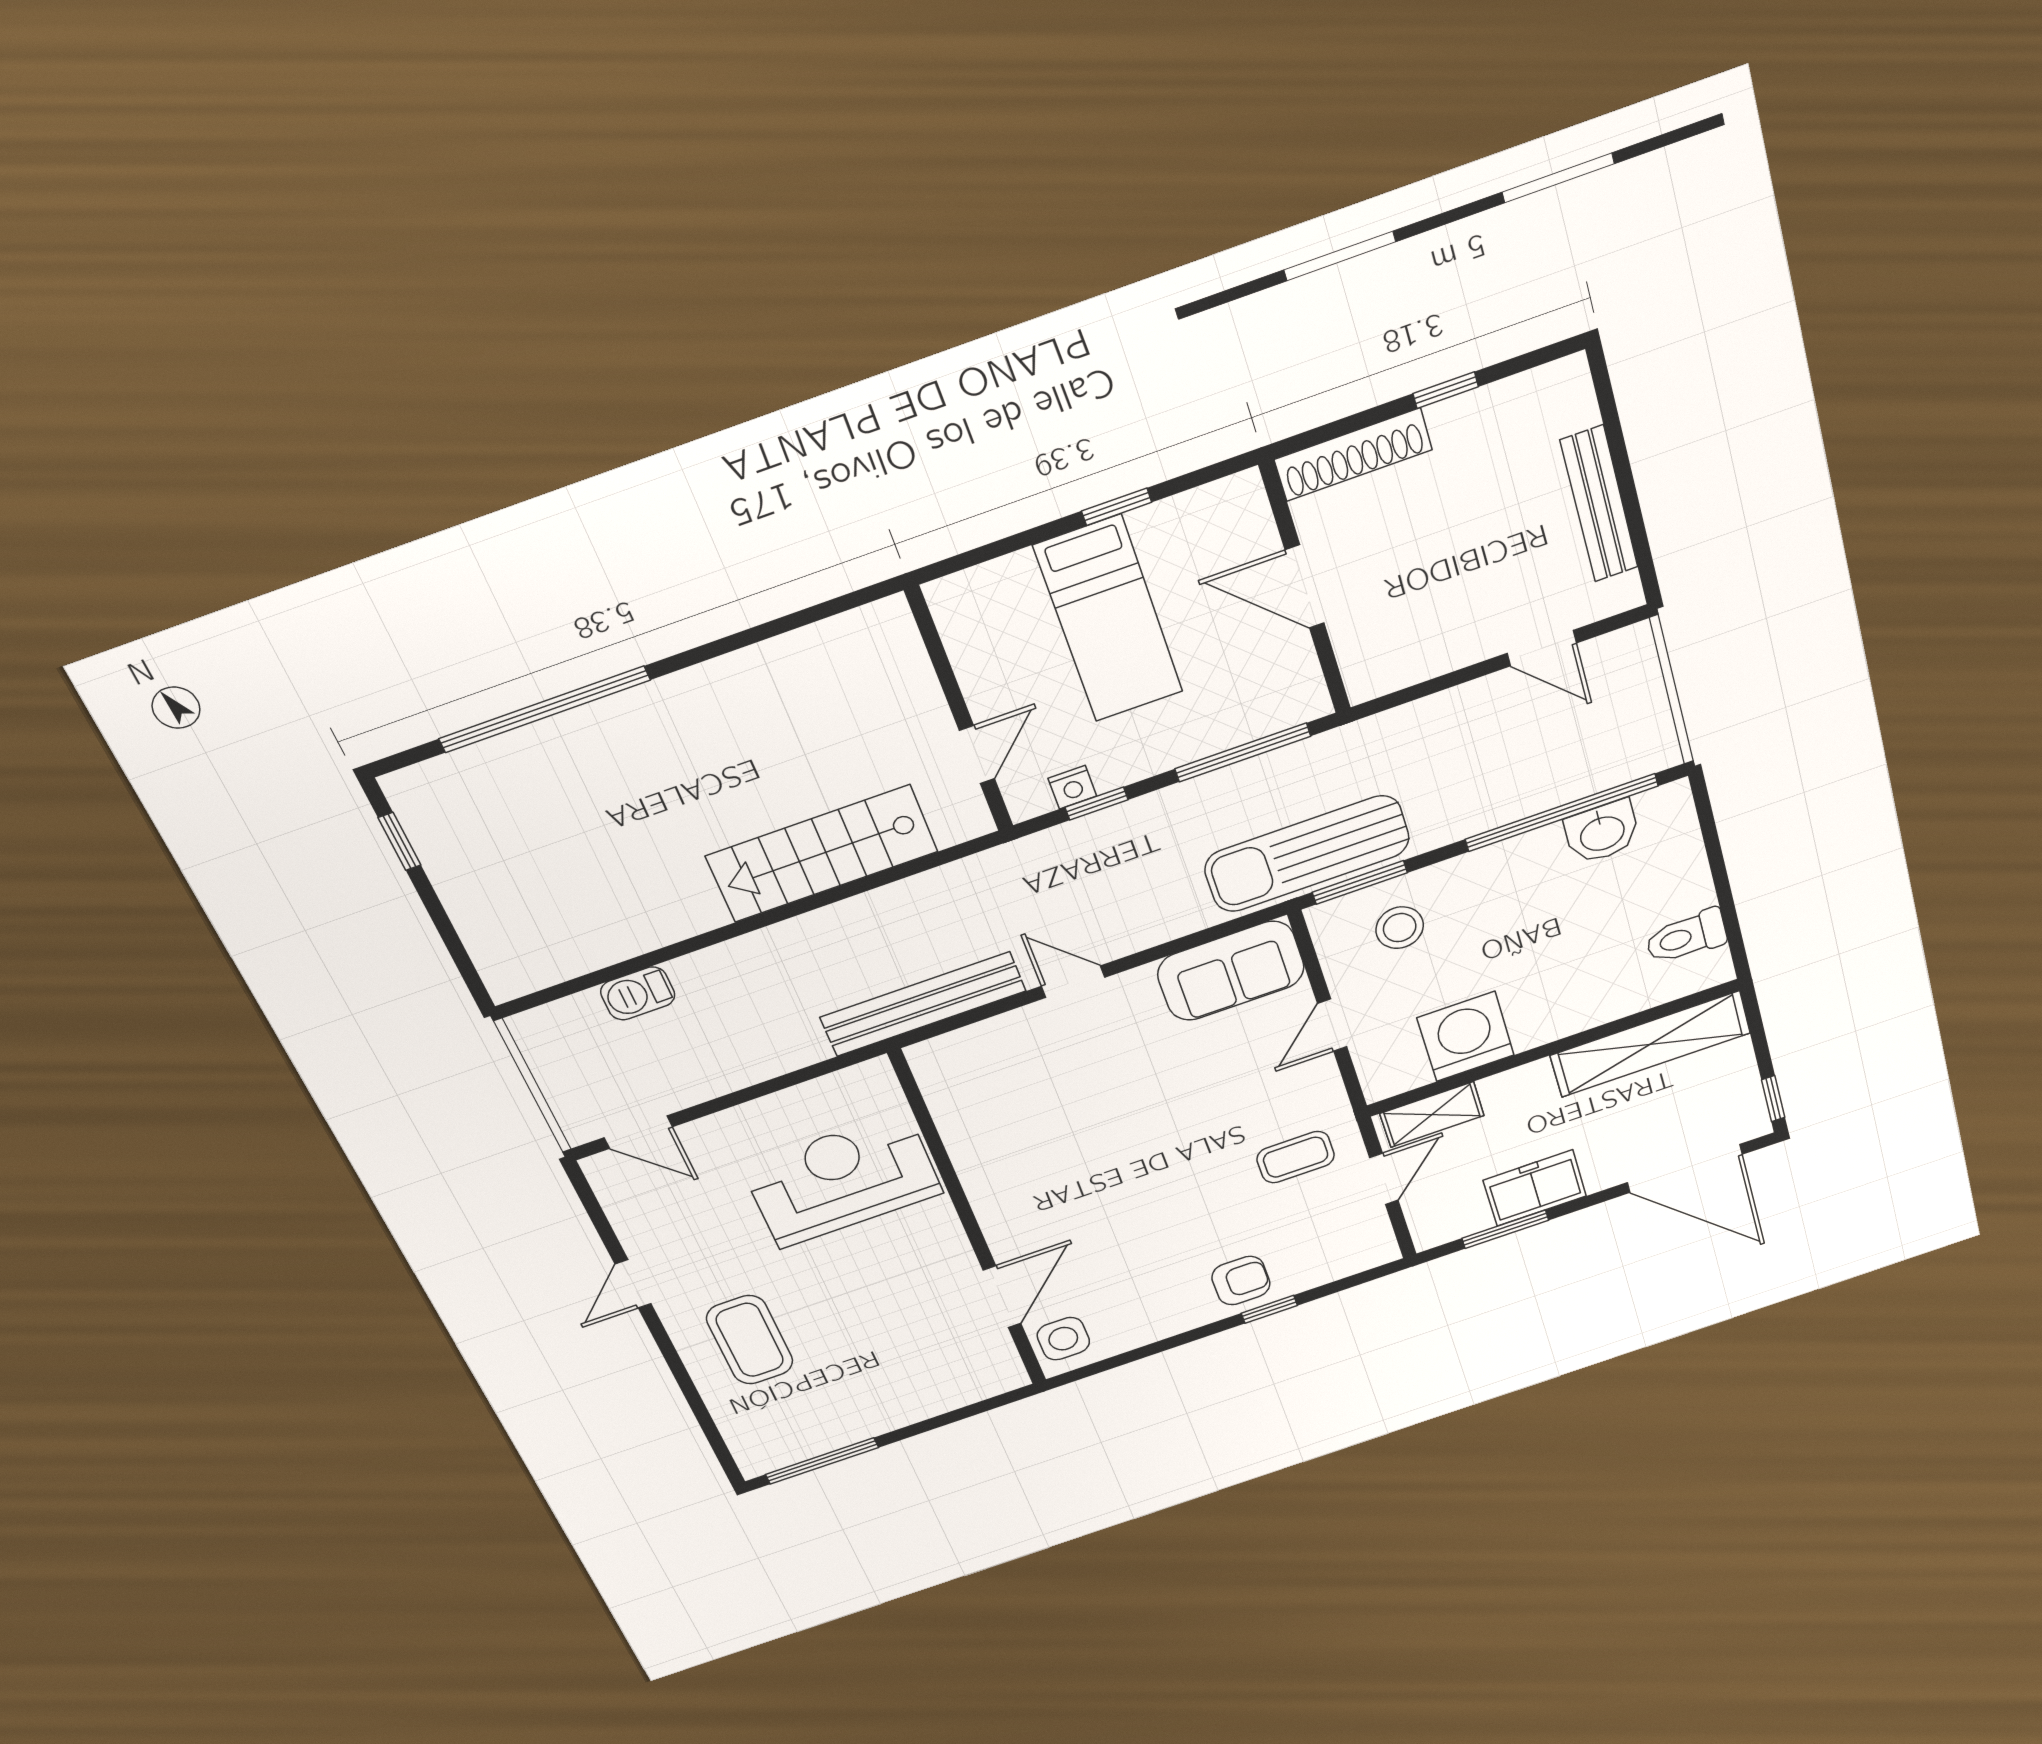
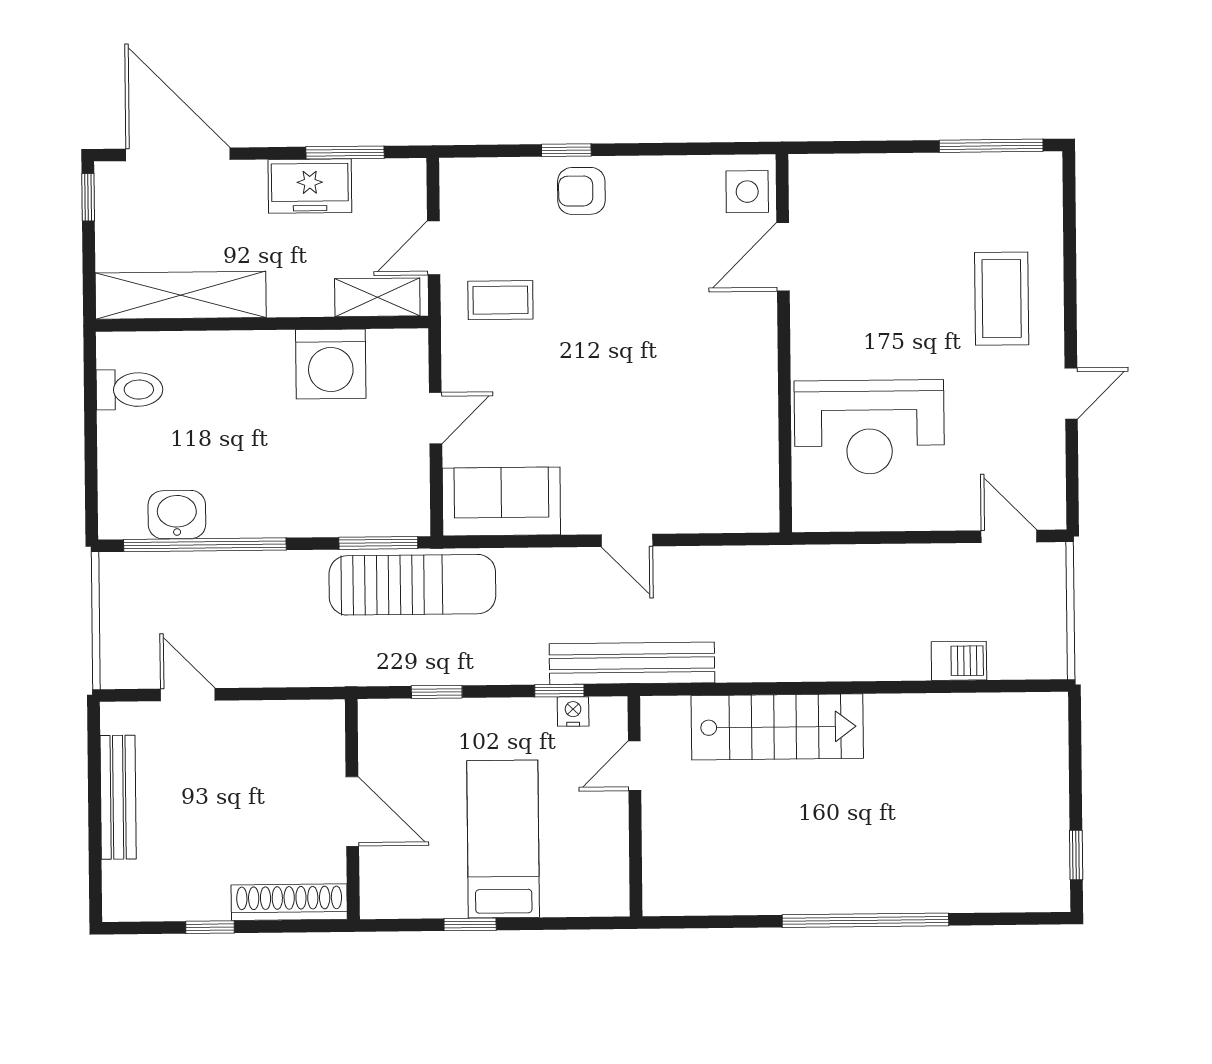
window: (544, 709) -> (865, 920), moved
window: (1243, 752) -> (437, 692), width x0.46
stool: (1400, 928) -> (358, 489), removed
bench: (923, 1004) -> (632, 663), moved

